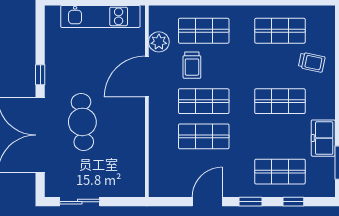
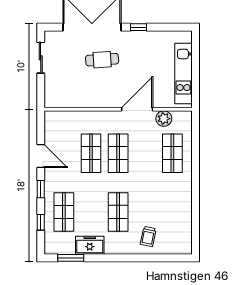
shop shelf: (280, 31) -> (172, 212), removed
trolley: (192, 65) -> (146, 144), removed
door: (147, 77) -> (137, 109), hinge flipped
cafe table: (82, 122) -> (102, 60), width x0.73, depth x0.74

